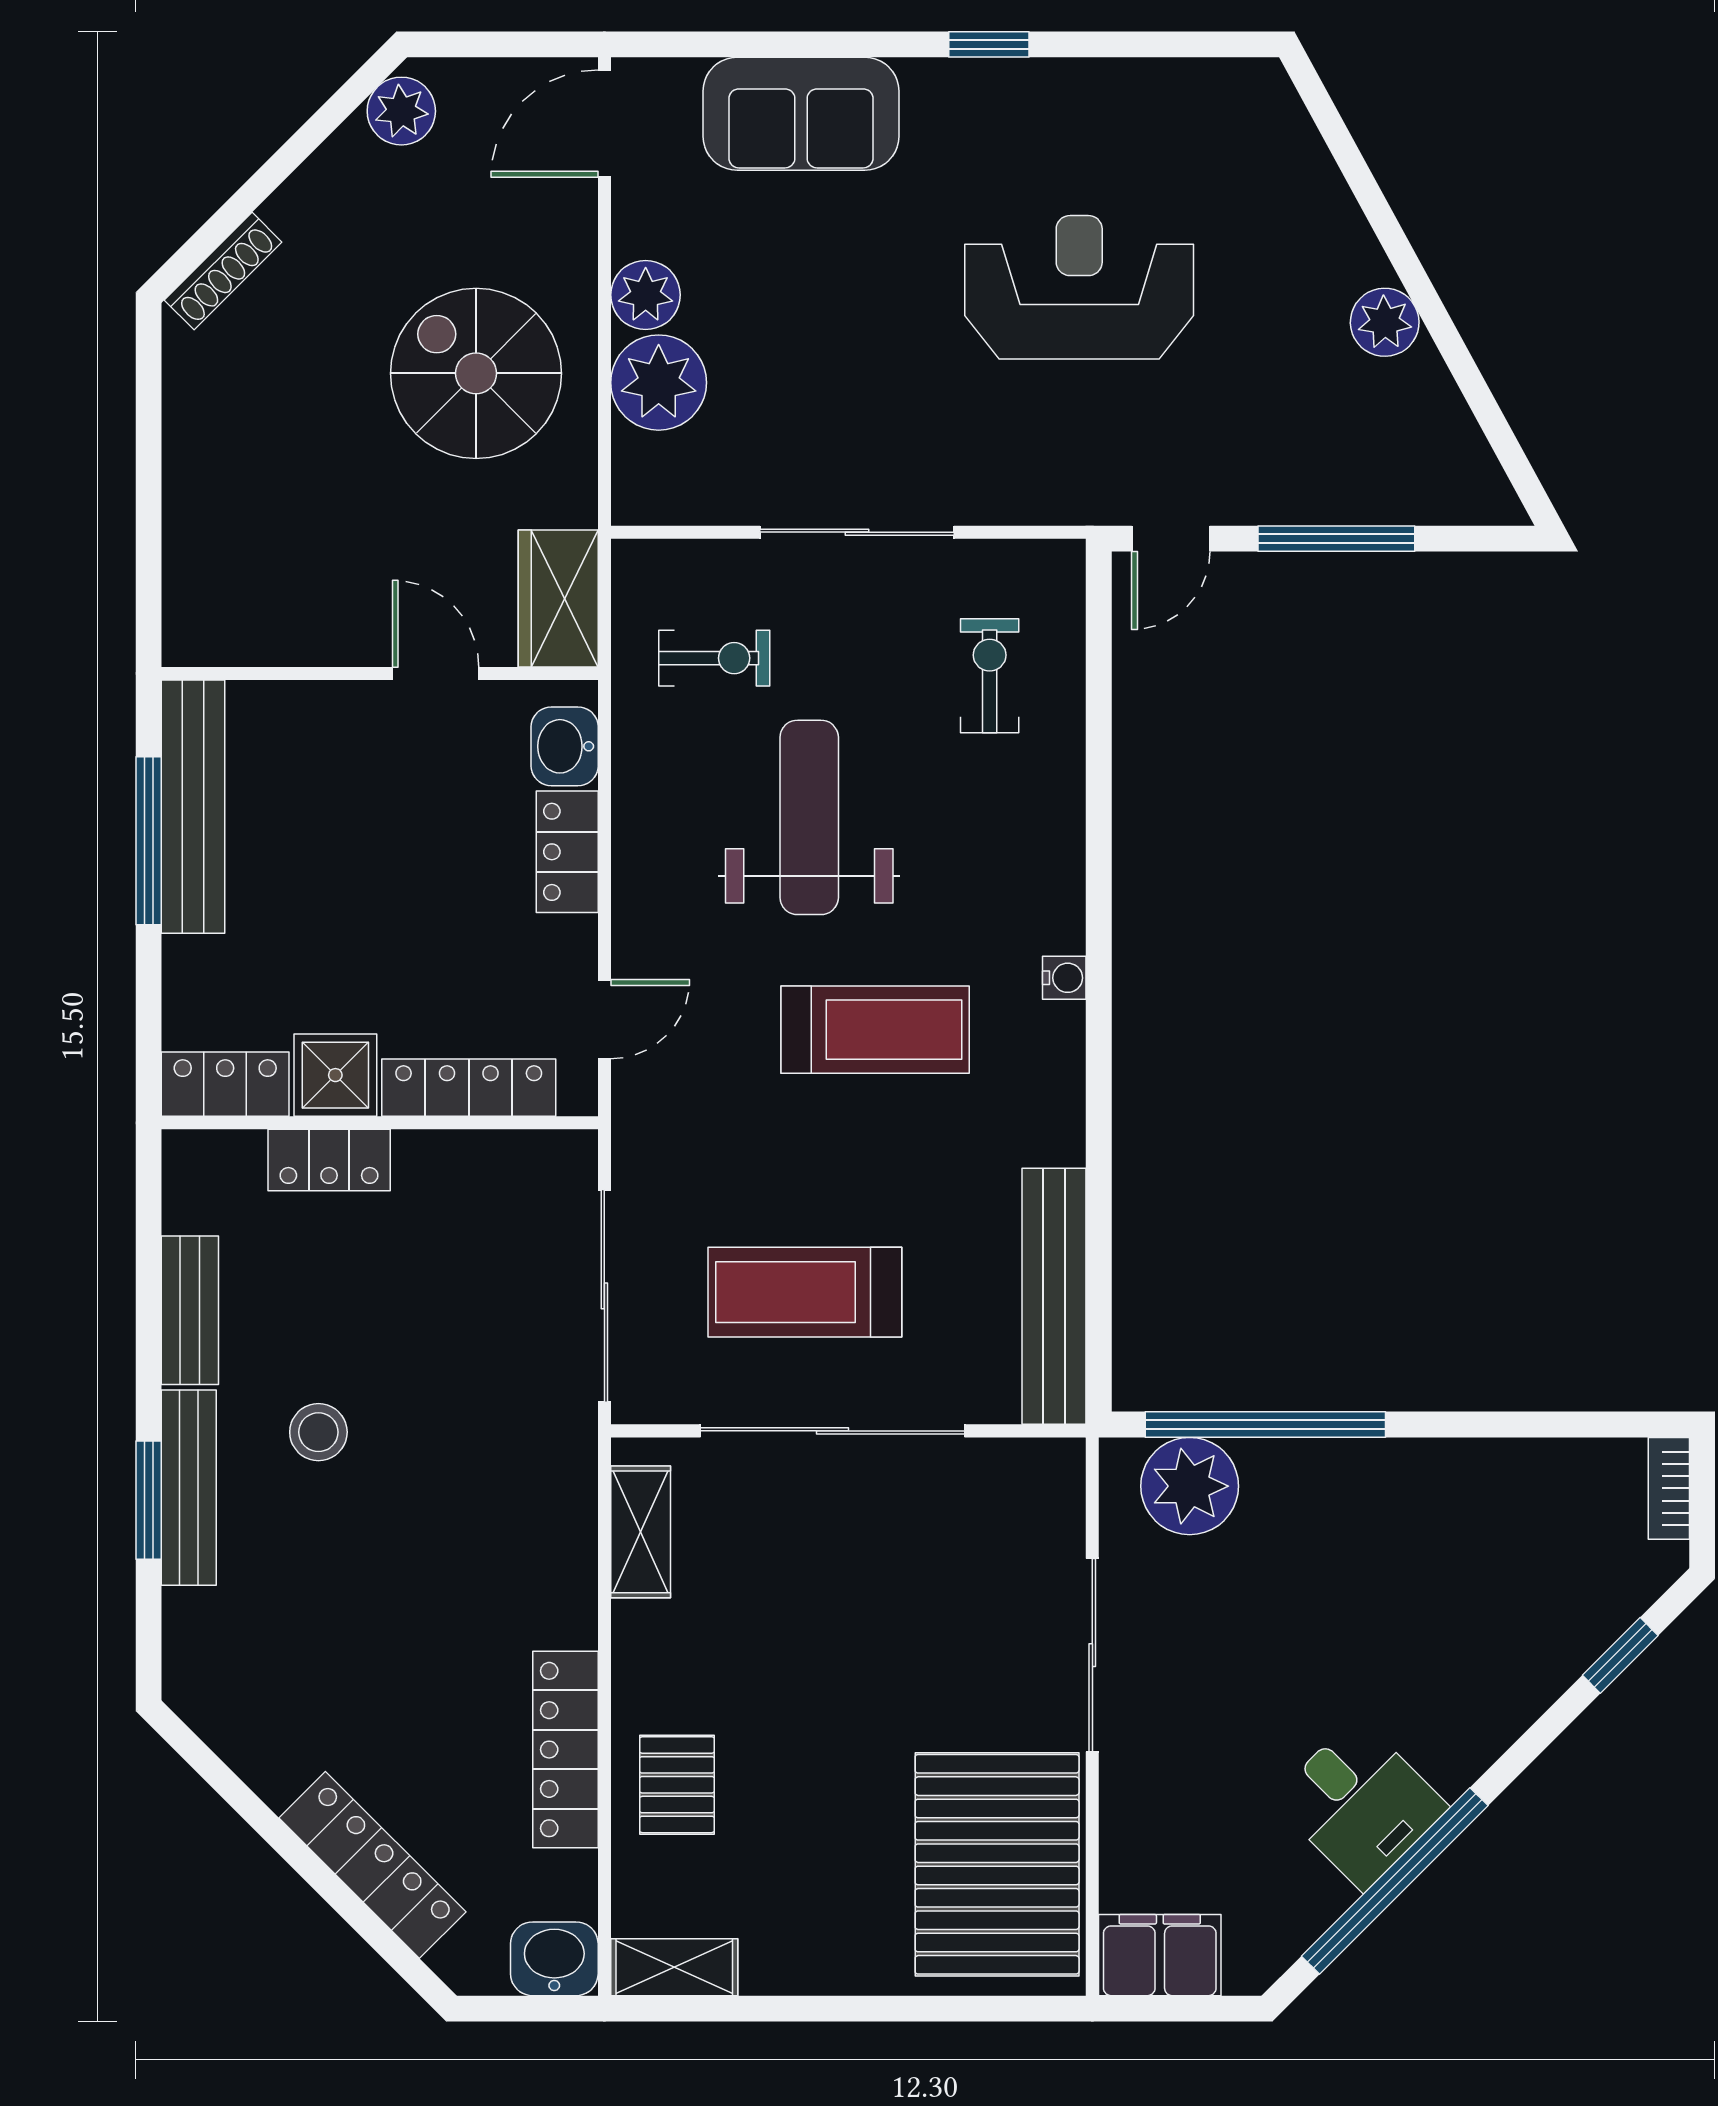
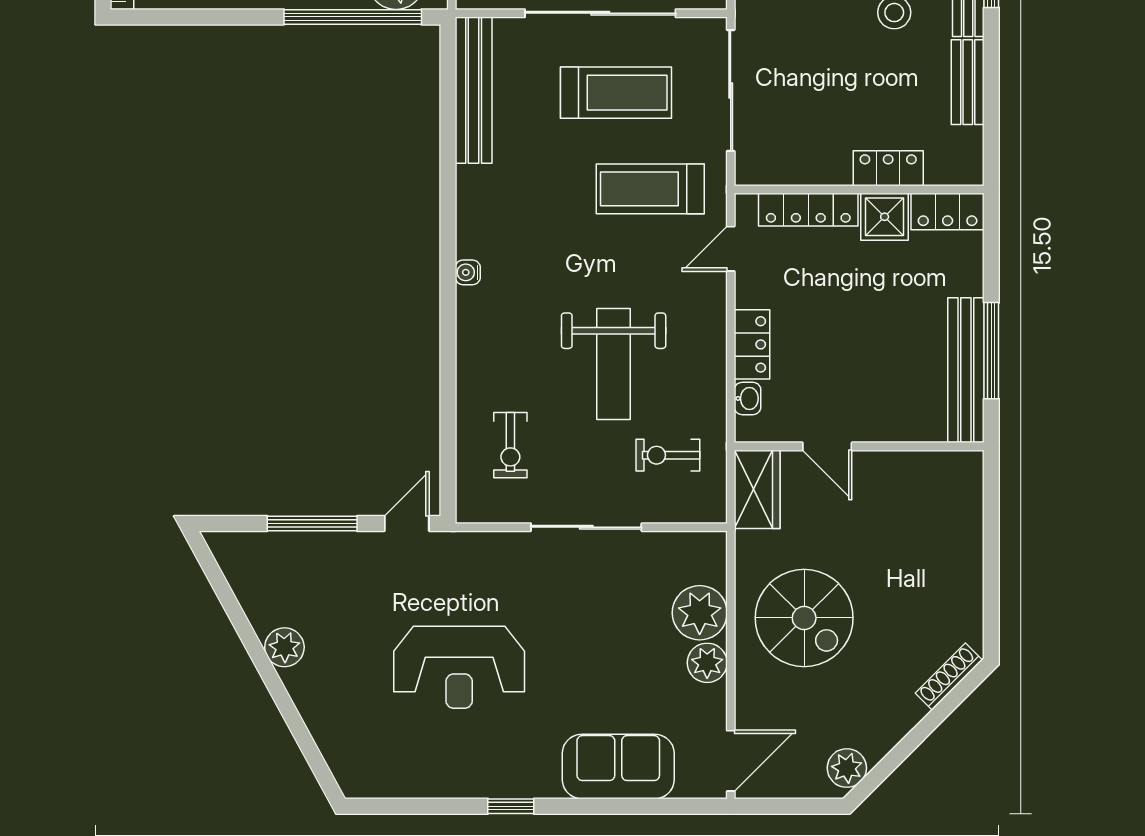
washbasin: (565, 746) -> (748, 398), width x0.72, depth x0.69
treadmill: (875, 1030) -> (650, 189), moved

